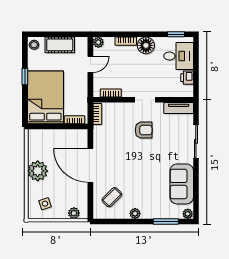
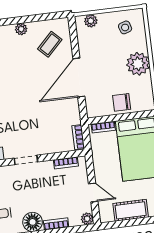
door: (90, 64) -> (93, 192), swing flipped
armchair: (144, 130) -> (23, 125), removed
chair: (56, 139) -> (122, 102), added
door: (90, 165) -> (79, 78), swing flipped

